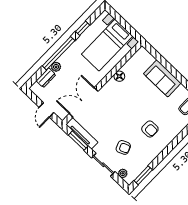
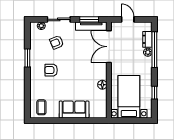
window: (59, 53) -> (154, 50), moved
double door: (84, 102) -> (109, 47), swing flipped
window: (143, 175) -> (27, 58), moved

